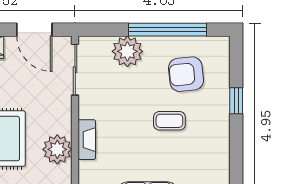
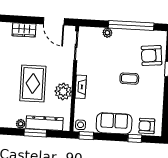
plant: (127, 51) -> (107, 33), width x0.53, depth x0.53
armchair: (186, 74) -> (152, 56), moved

